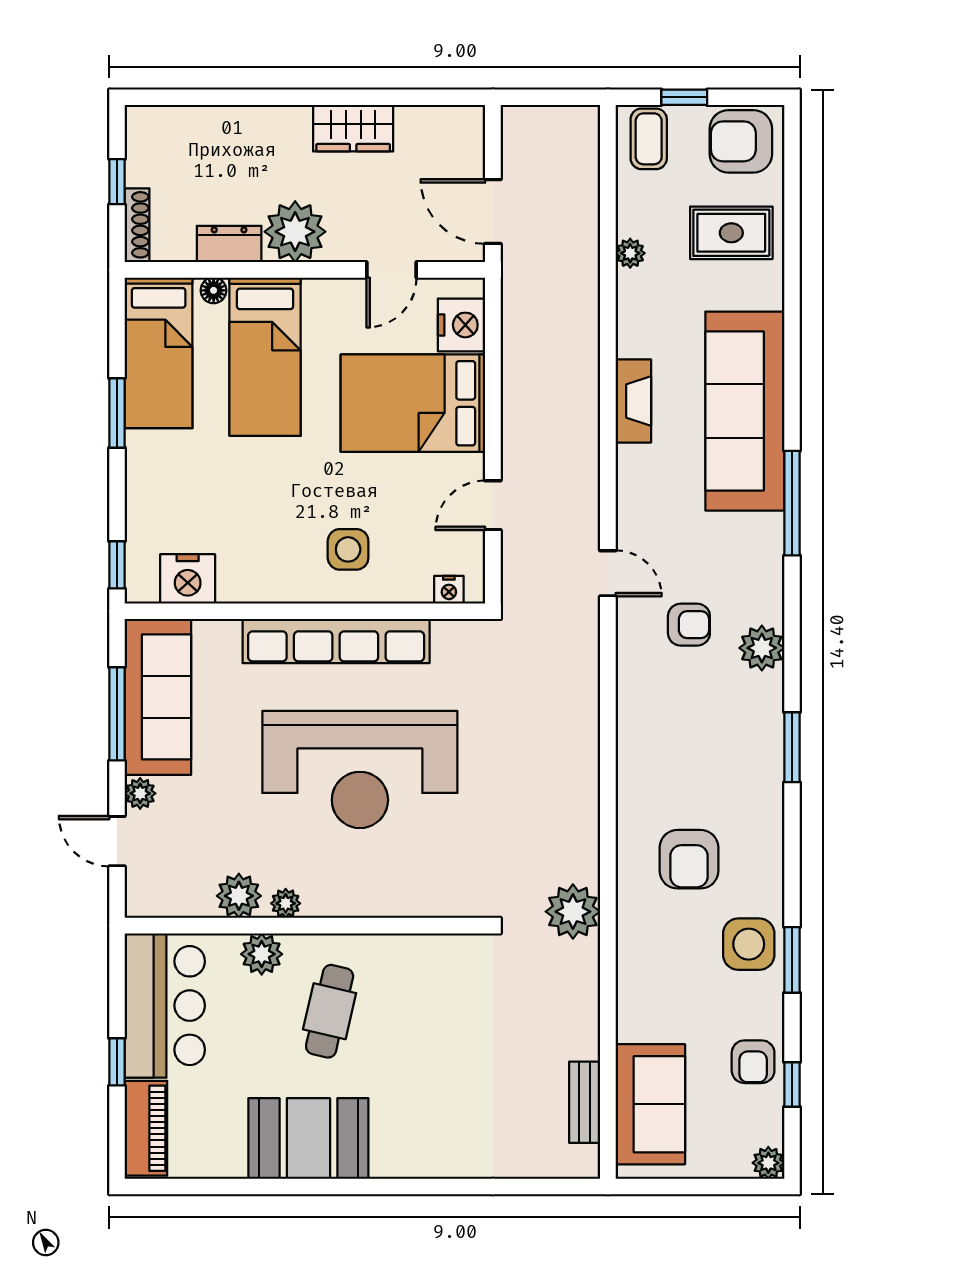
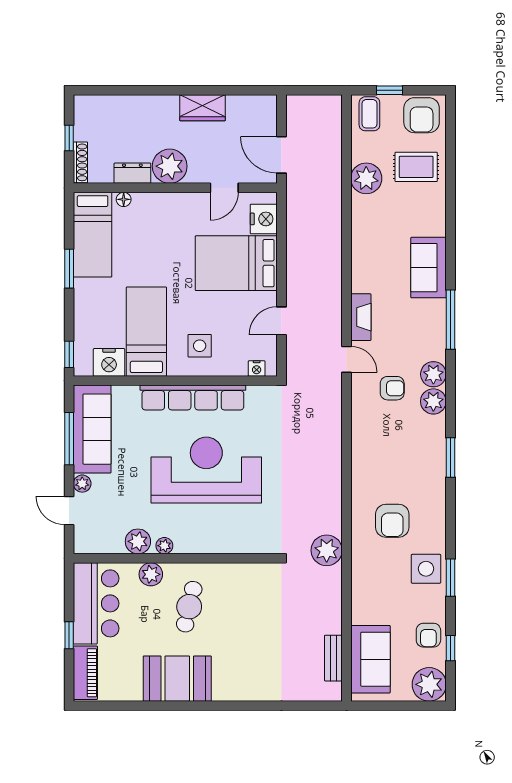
armchair: (741, 141) -> (422, 115), turned -90
plant: (630, 253) -> (366, 178), width x1.87, depth x1.87
bed: (265, 357) -> (146, 332), moved, turned 180
fireplace: (633, 401) -> (361, 317), moved
sofa: (745, 411) -> (429, 268), width x0.54, depth x0.79
plant: (762, 600) -> (433, 374), added
reception desk: (360, 770) -> (206, 470), turned 180
plant: (768, 1163) -> (429, 684), width x1.87, depth x1.87

